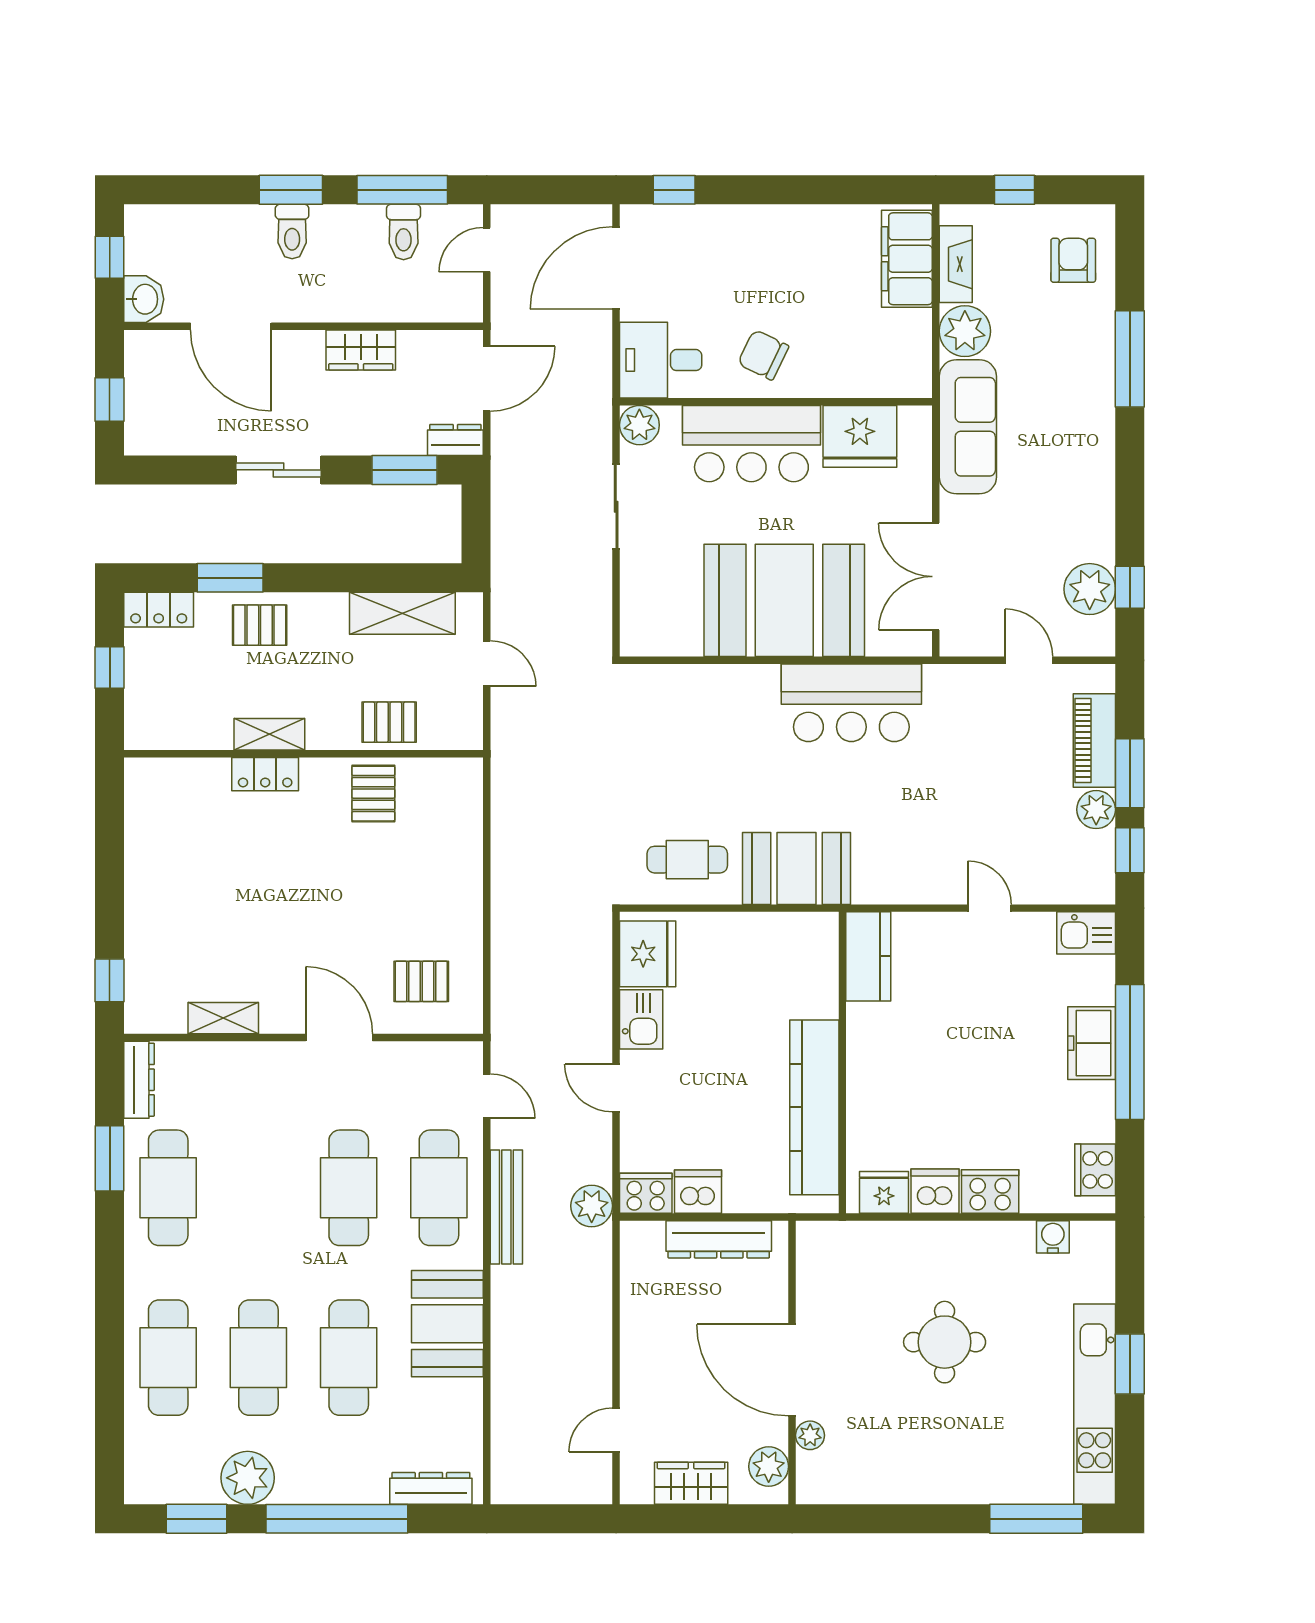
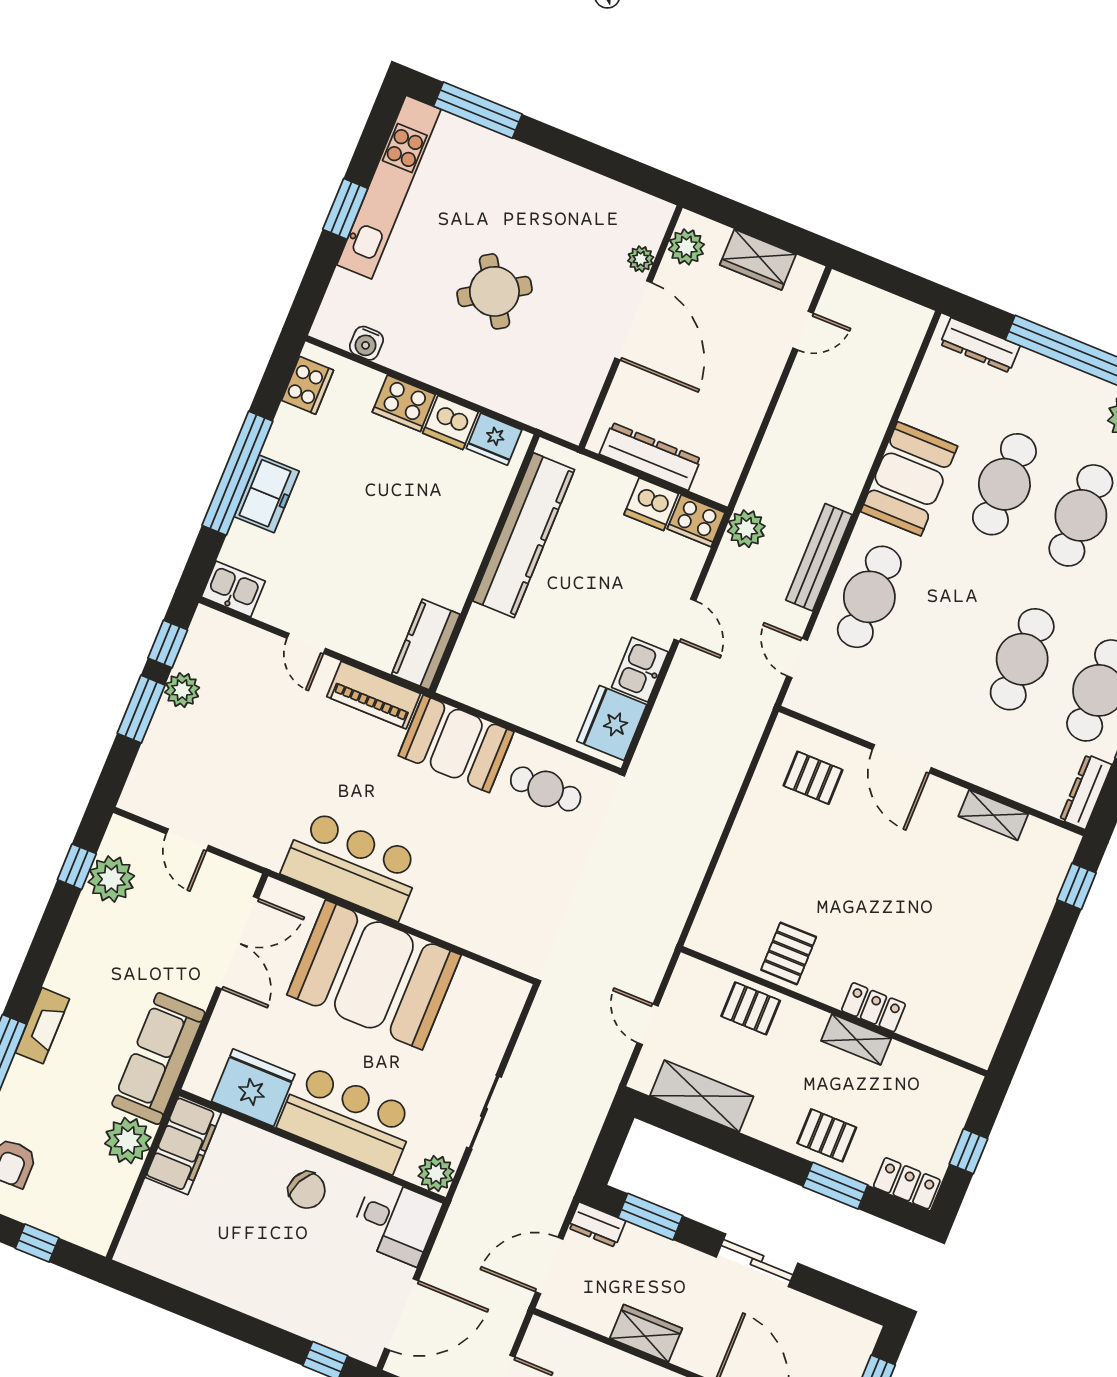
filing cabinet: (907, 259) -> (183, 1145), moved
fireplace: (956, 264) -> (42, 1026), moved, turned 180
piano: (1094, 741) -> (374, 695), moved, turned 90
cafe table: (349, 1188) -> (1022, 659), moved
round table: (945, 1342) -> (494, 291), turned -33

